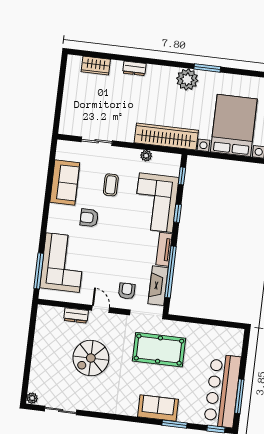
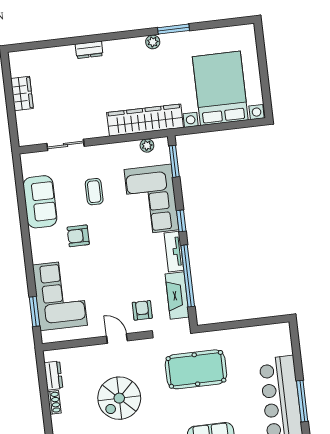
wardrobe: (96, 65) -> (22, 94), moved, turned -90
plant: (187, 79) -> (153, 42), width x0.53, depth x0.53
plant: (146, 156) -> (147, 146), moved
window: (182, 176) -> (174, 161), width x1.50
window: (178, 213) -> (181, 221), moved
window: (39, 271) -> (35, 312), width x0.69
dresser: (76, 315) -> (53, 376), moved, turned -90
shoe rack: (37, 349) -> (54, 402), added

